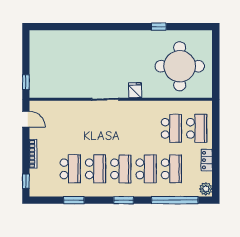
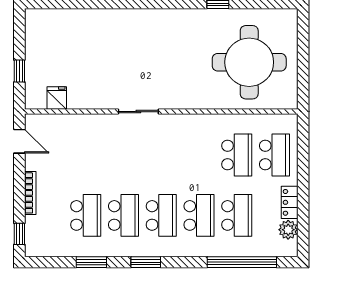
window: (26, 82) -> (19, 71), moved
fridge: (135, 90) -> (57, 98), moved
plant: (206, 189) -> (288, 230), moved
window: (124, 200) -> (146, 262), moved

